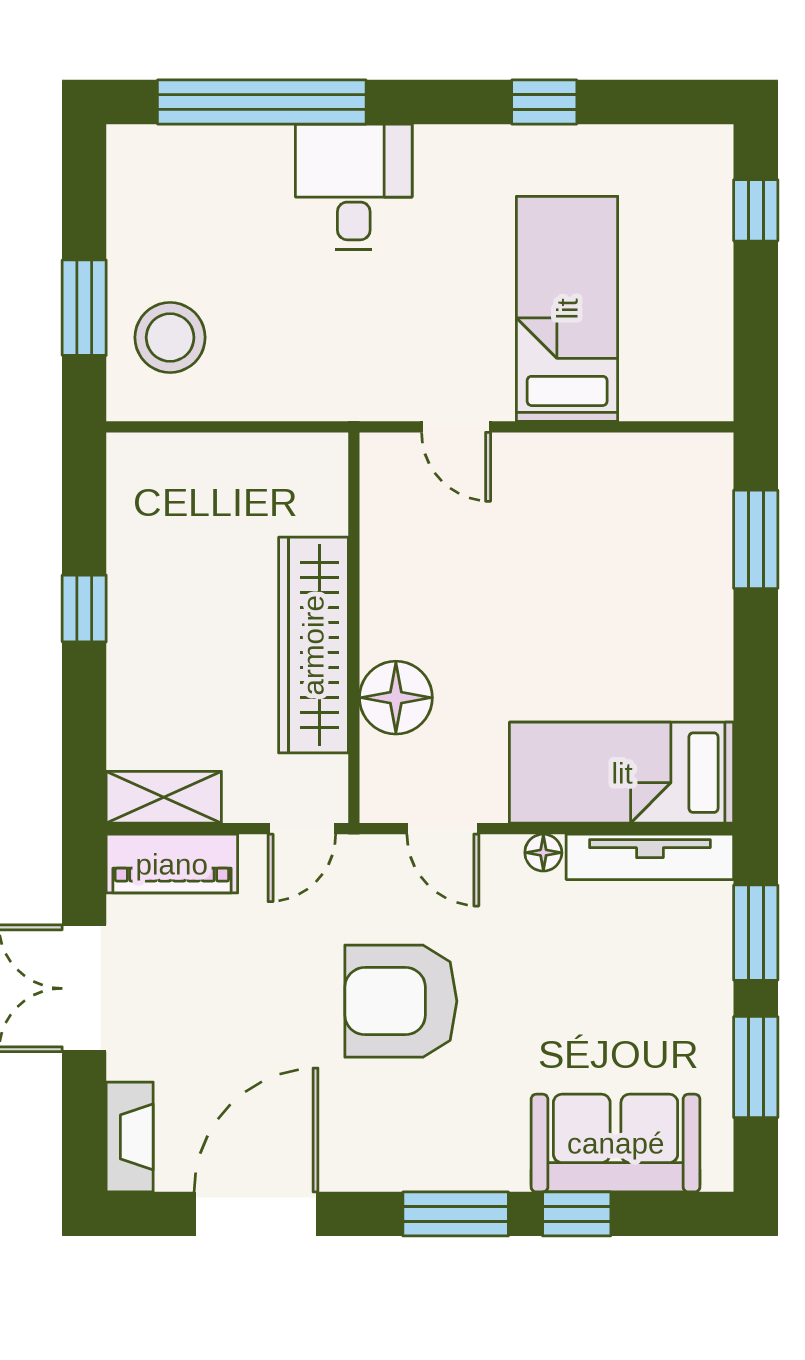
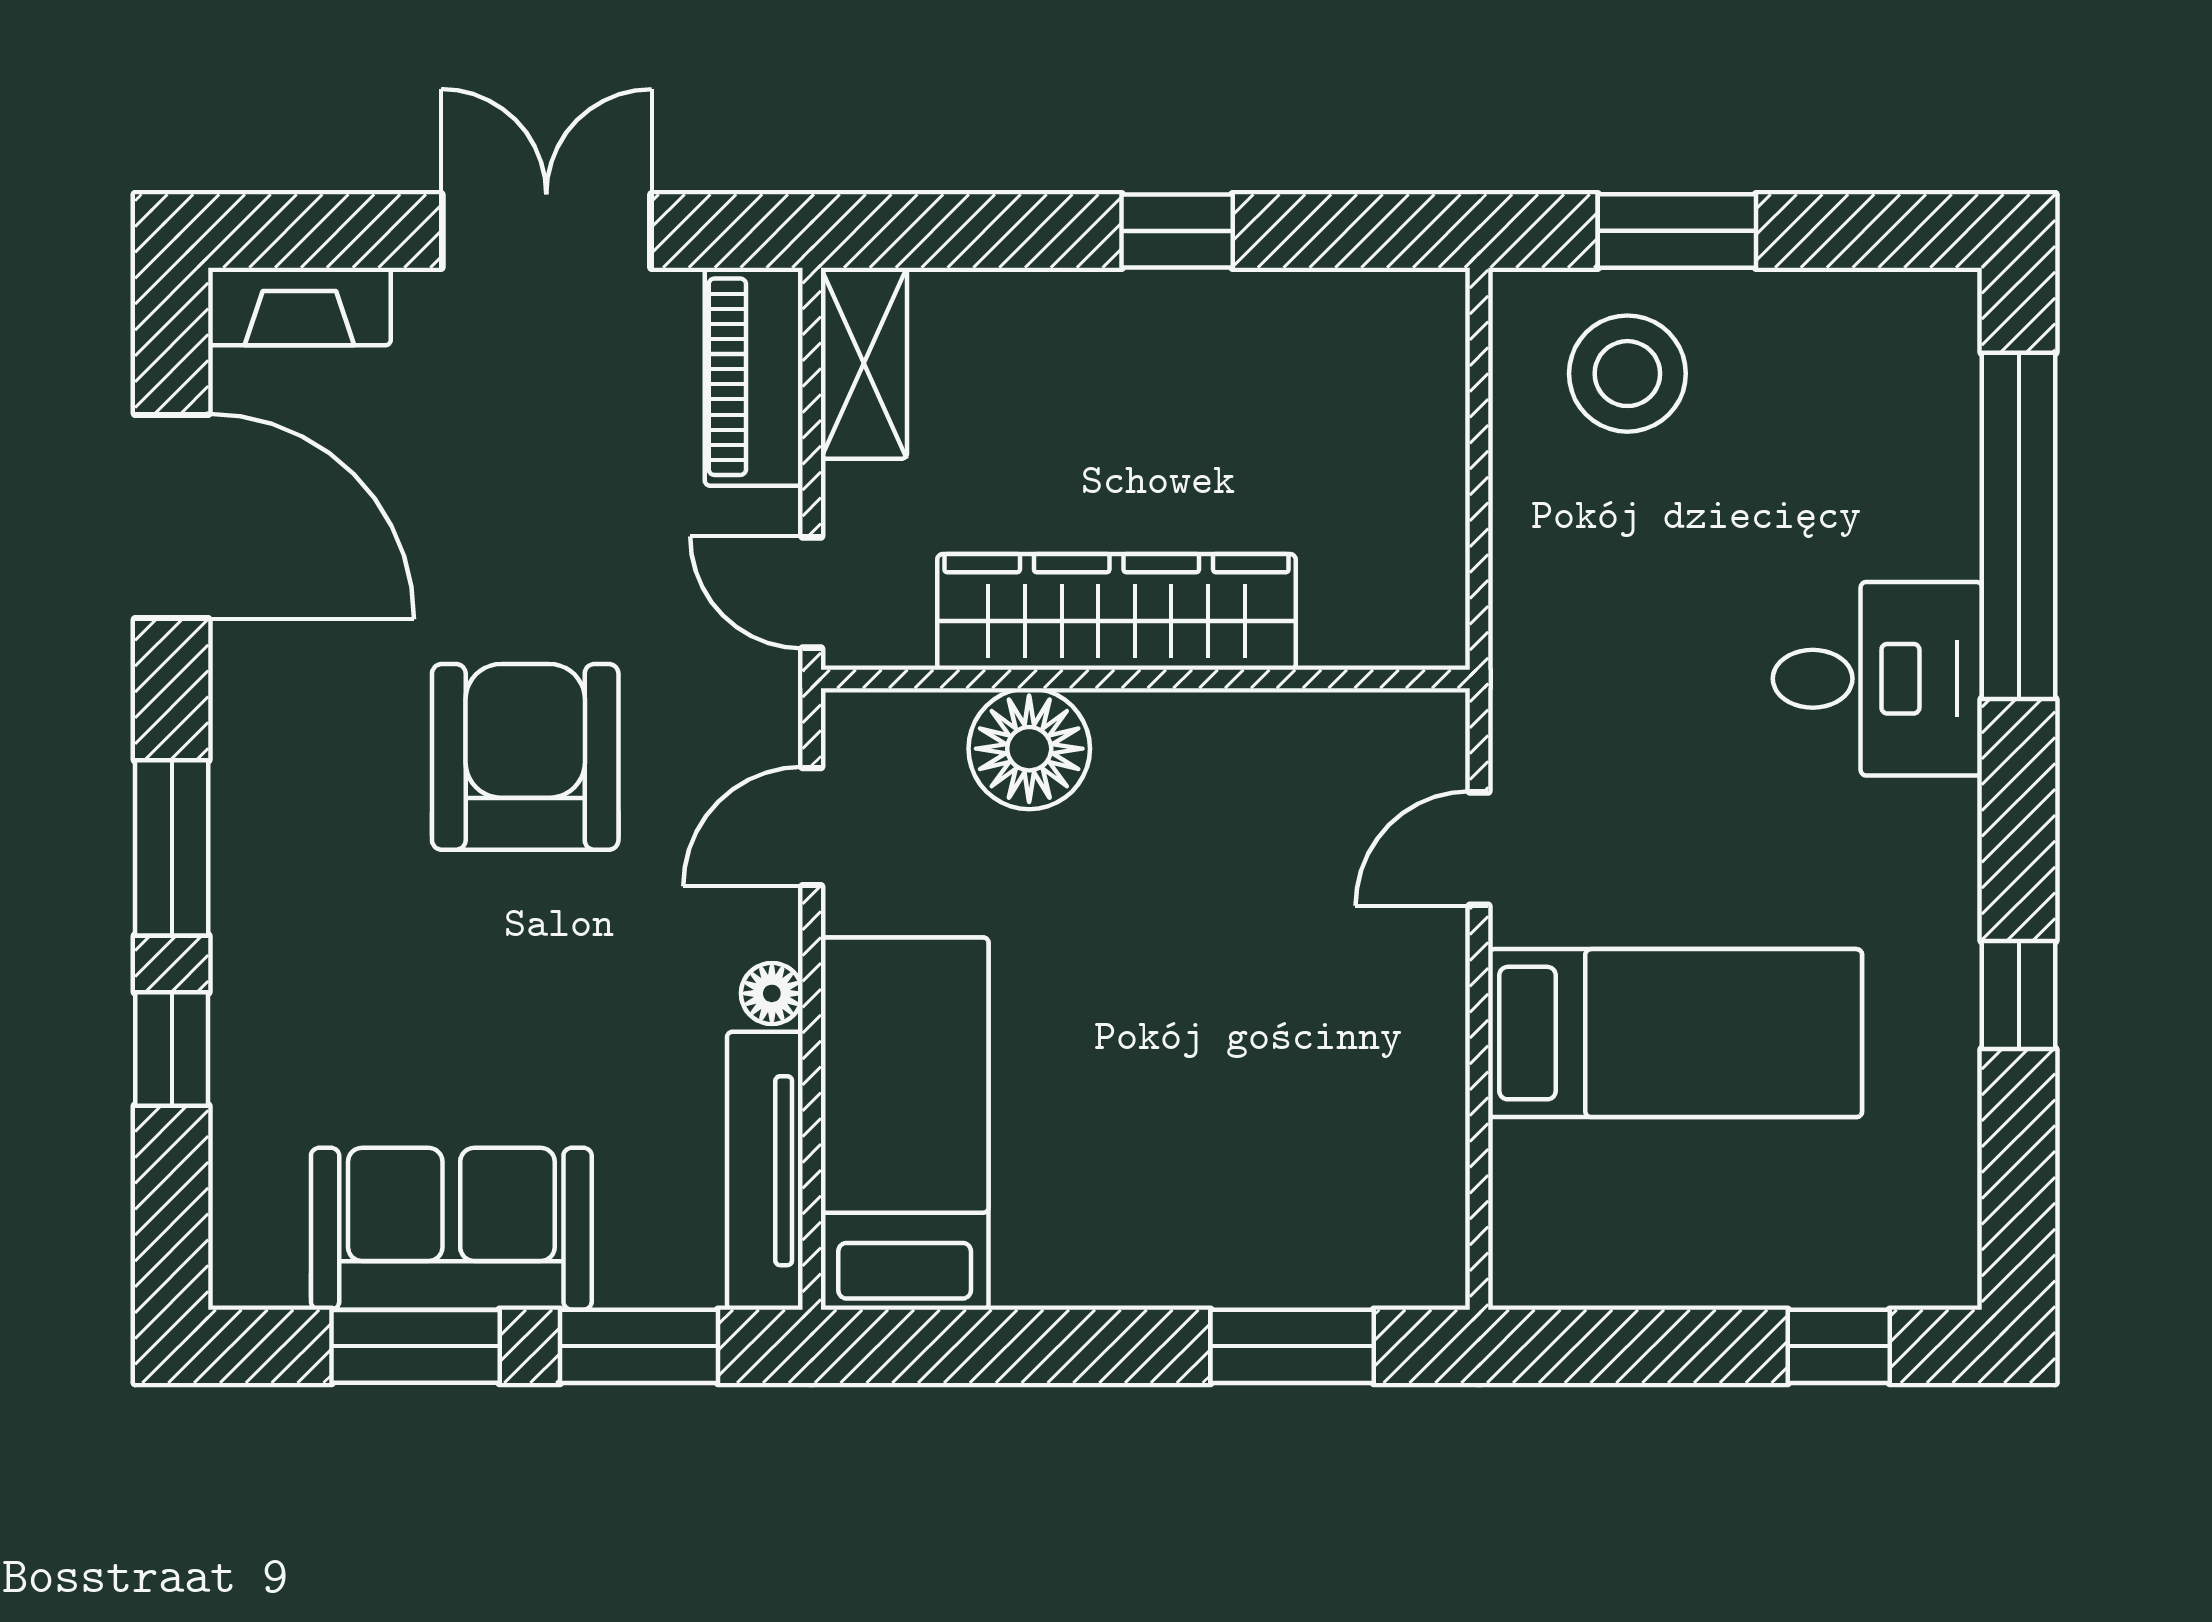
sofa: (616, 1143) -> (451, 1229), moved, turned -90

